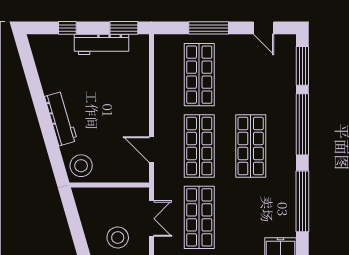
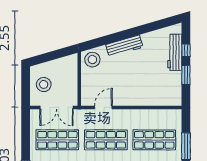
window: (124, 28) -> (186, 75), moved
workbench: (101, 44) -> (175, 52), moved
double door: (151, 219) -> (56, 107), width x1.37

